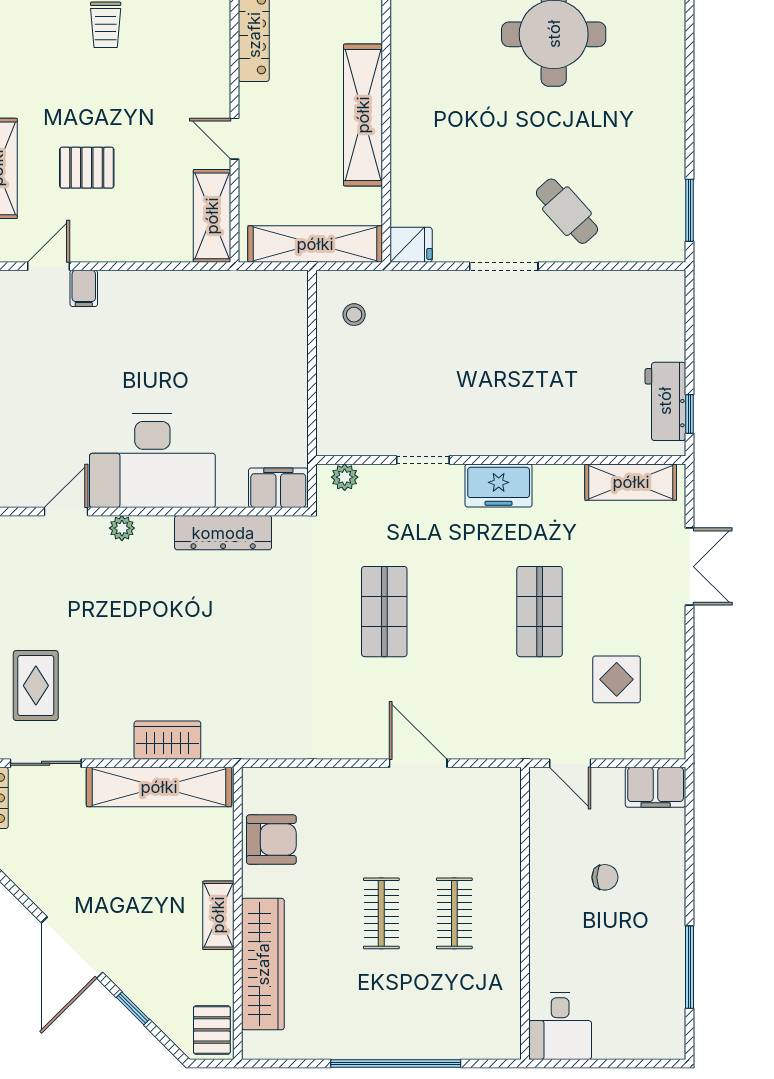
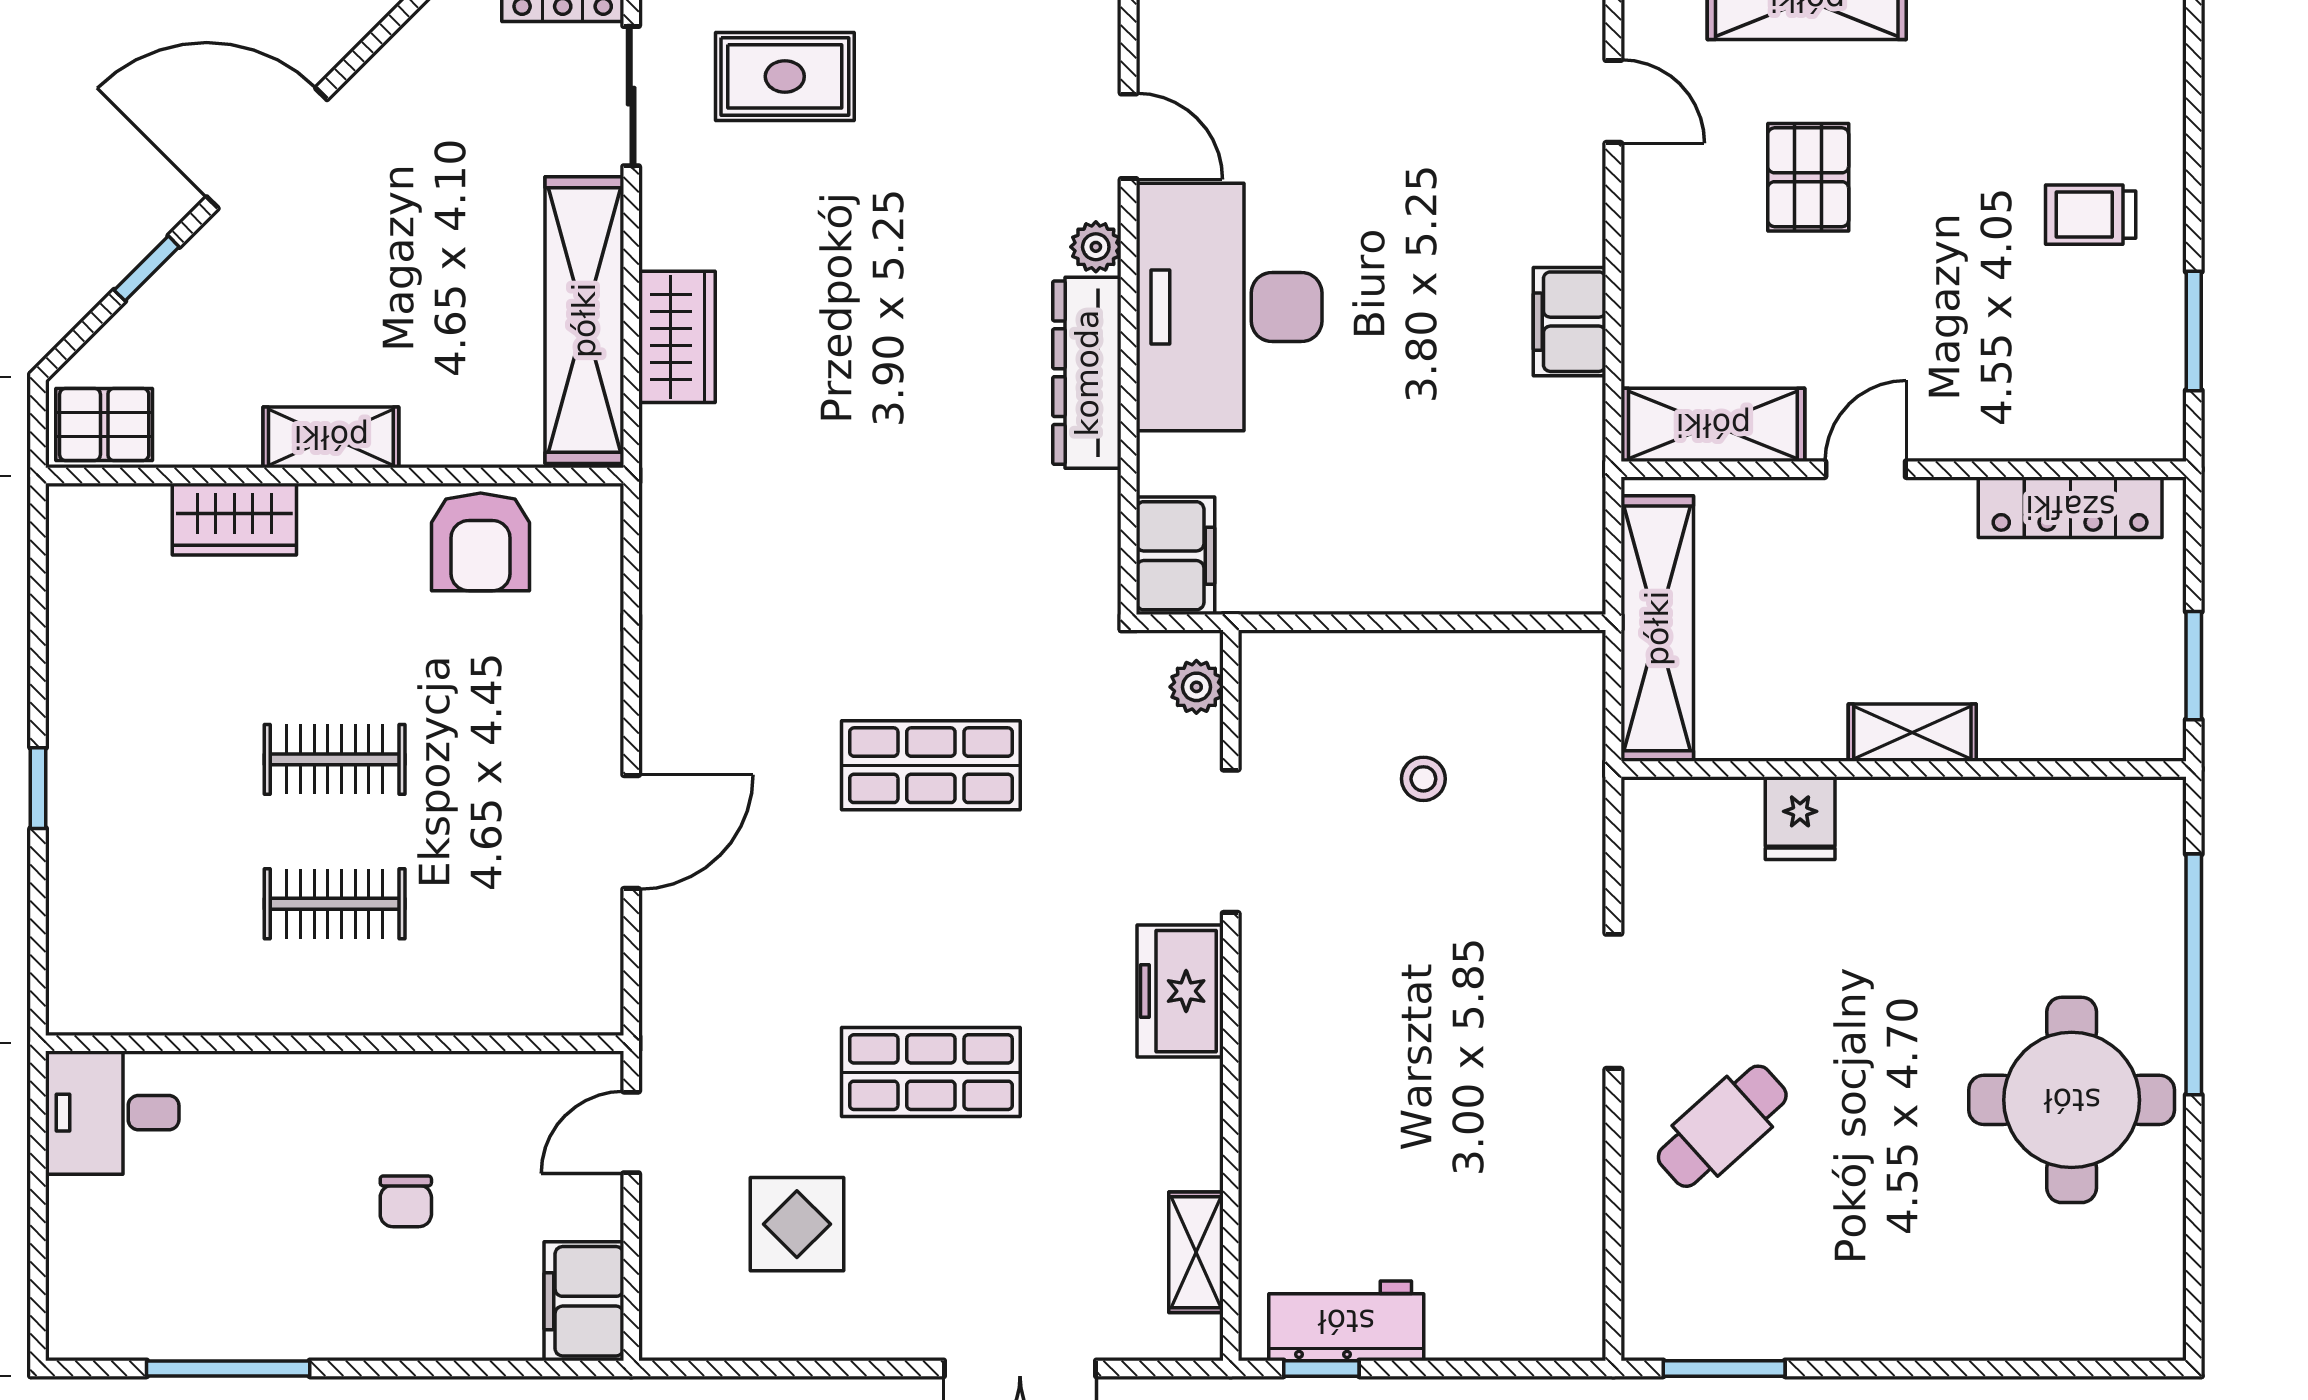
shelving: (363, 115) -> (1912, 733), width x0.45, depth x0.75
fridge: (411, 245) -> (1800, 818), moved
filing cabinet: (84, 288) -> (1570, 322), moved, width x2.00
stool: (354, 315) -> (1423, 779), moved
doorway: (423, 460) -> (1231, 841), width x1.38
shelving: (631, 482) -> (1196, 1252), width x0.67, depth x0.75
dresser: (223, 533) -> (1087, 373), moved
wardrobe: (263, 964) -> (234, 519), width x0.48, depth x0.85
window: (396, 1063) -> (38, 788), width x0.32

